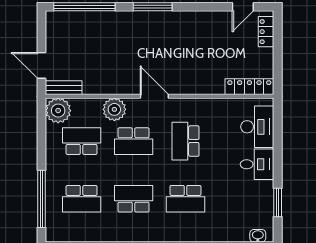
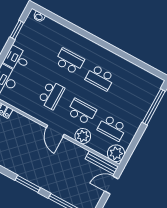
door: (41, 65) -> (111, 185), swing flipped
bench: (64, 88) -> (102, 163), width x1.36
school desk: (82, 199) -> (130, 94), removed

